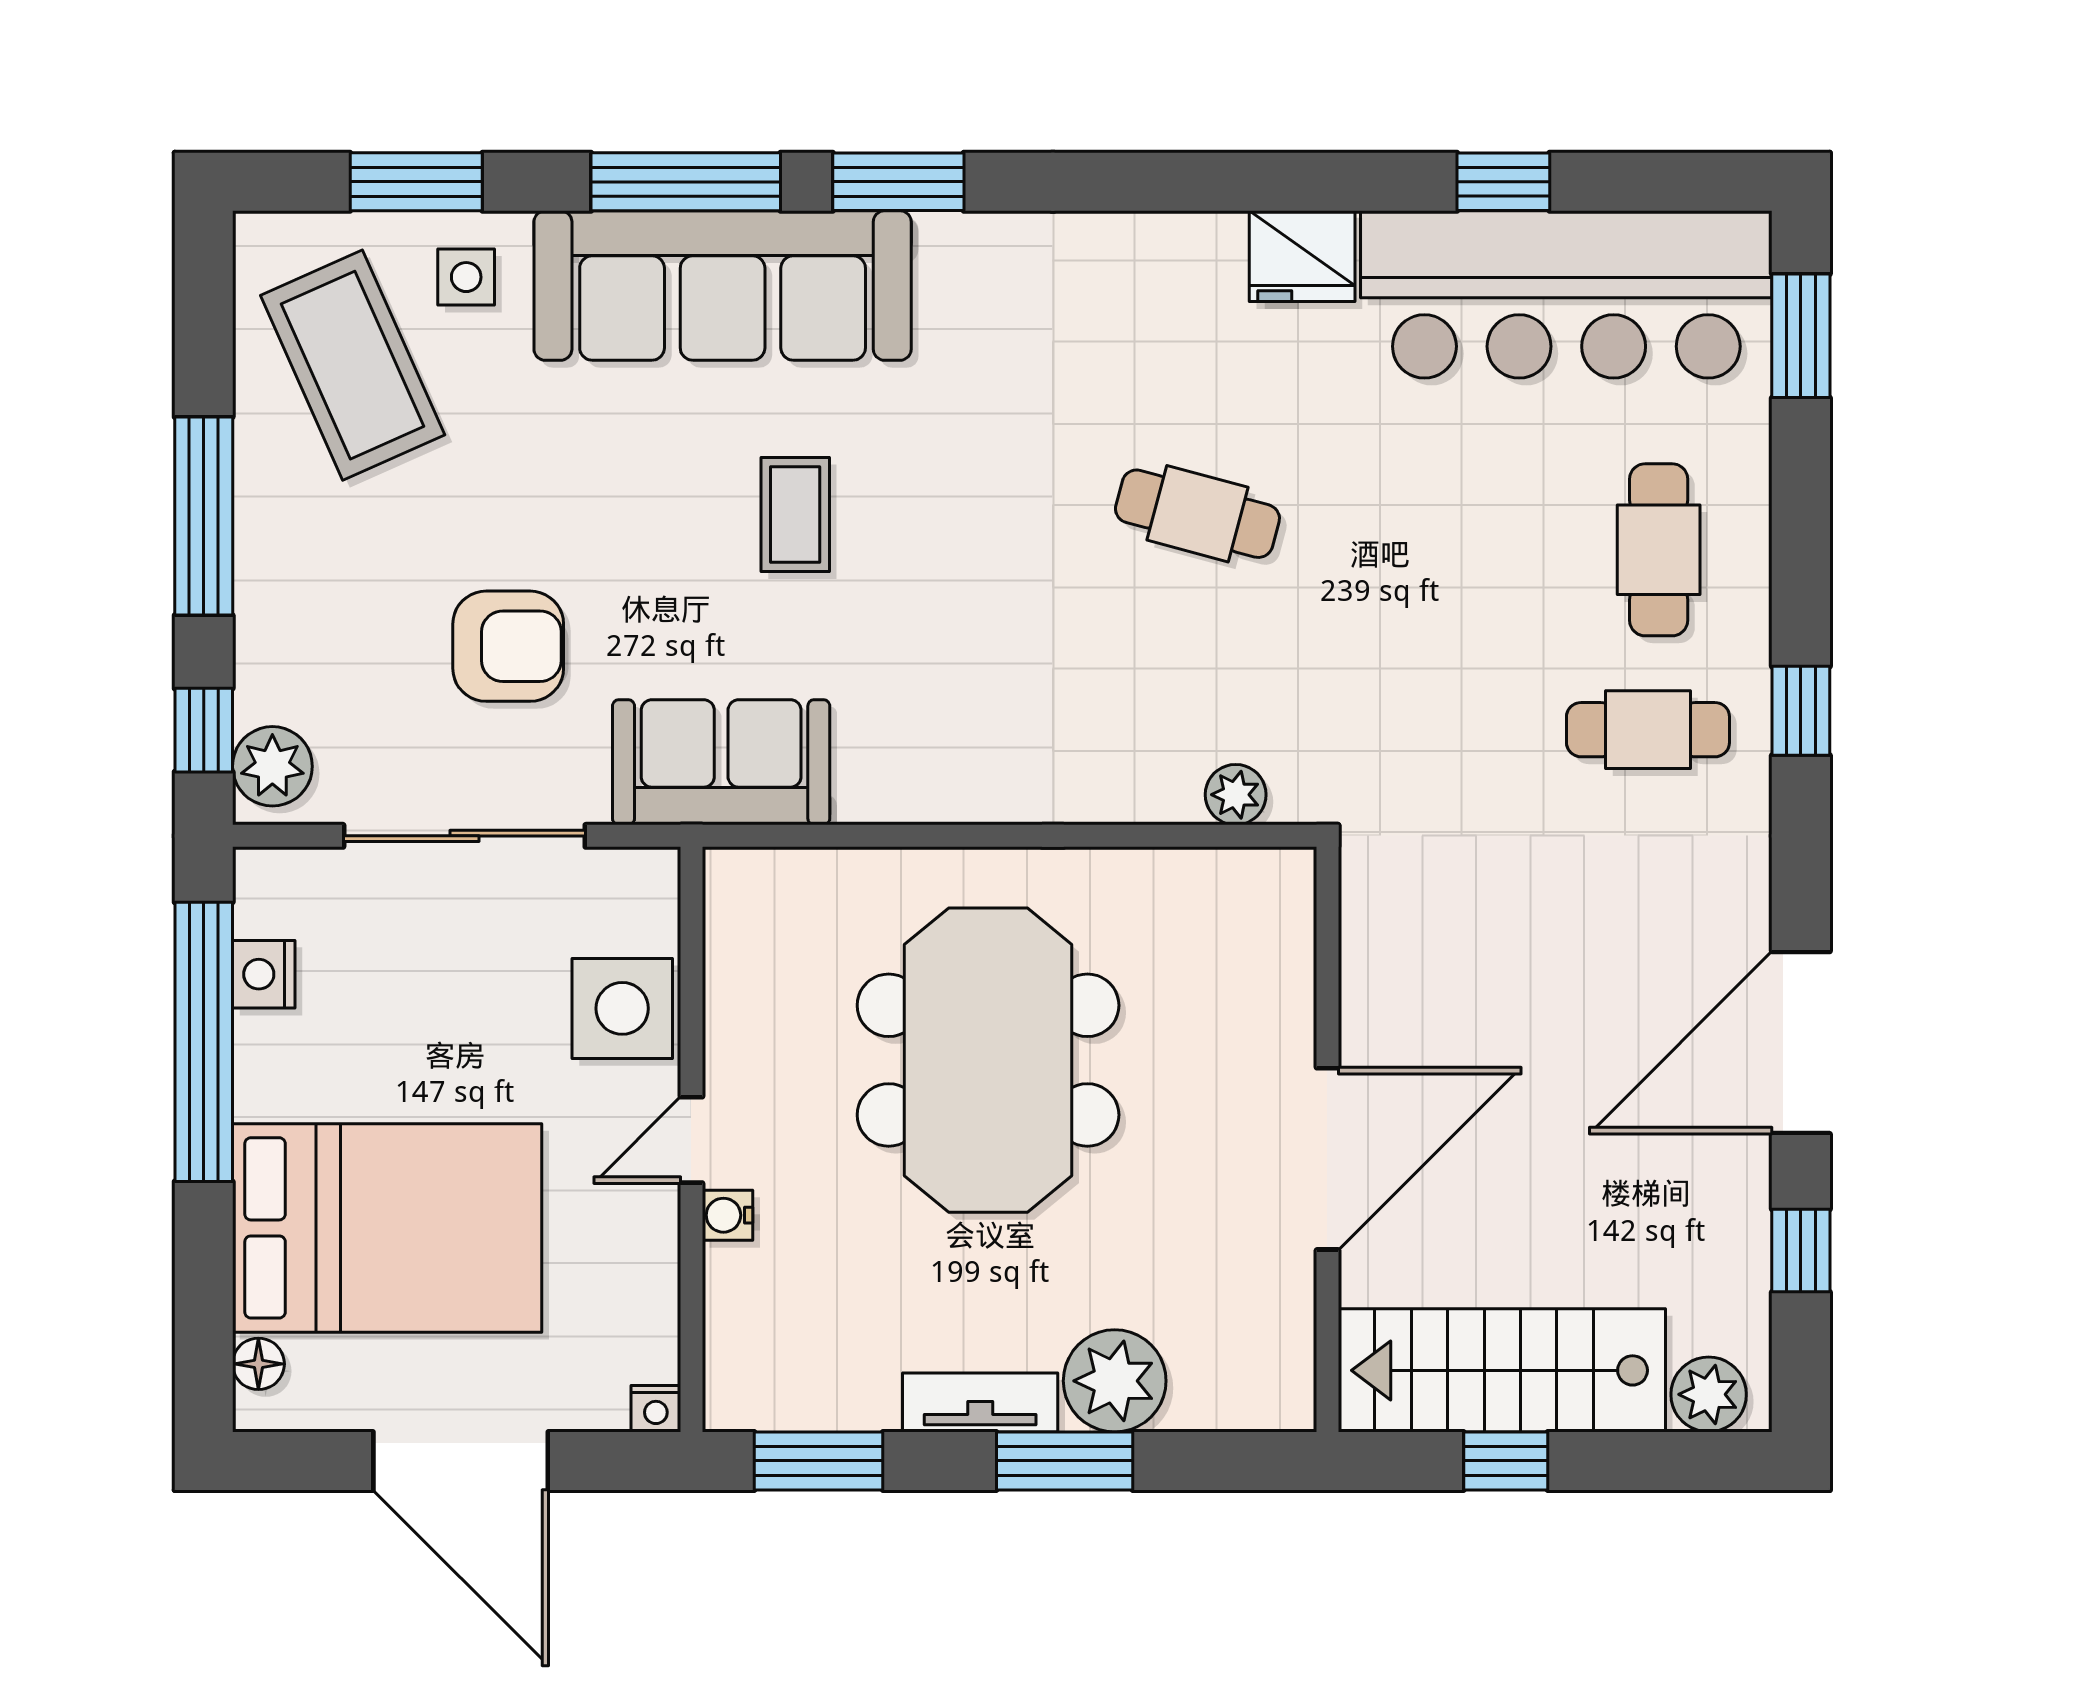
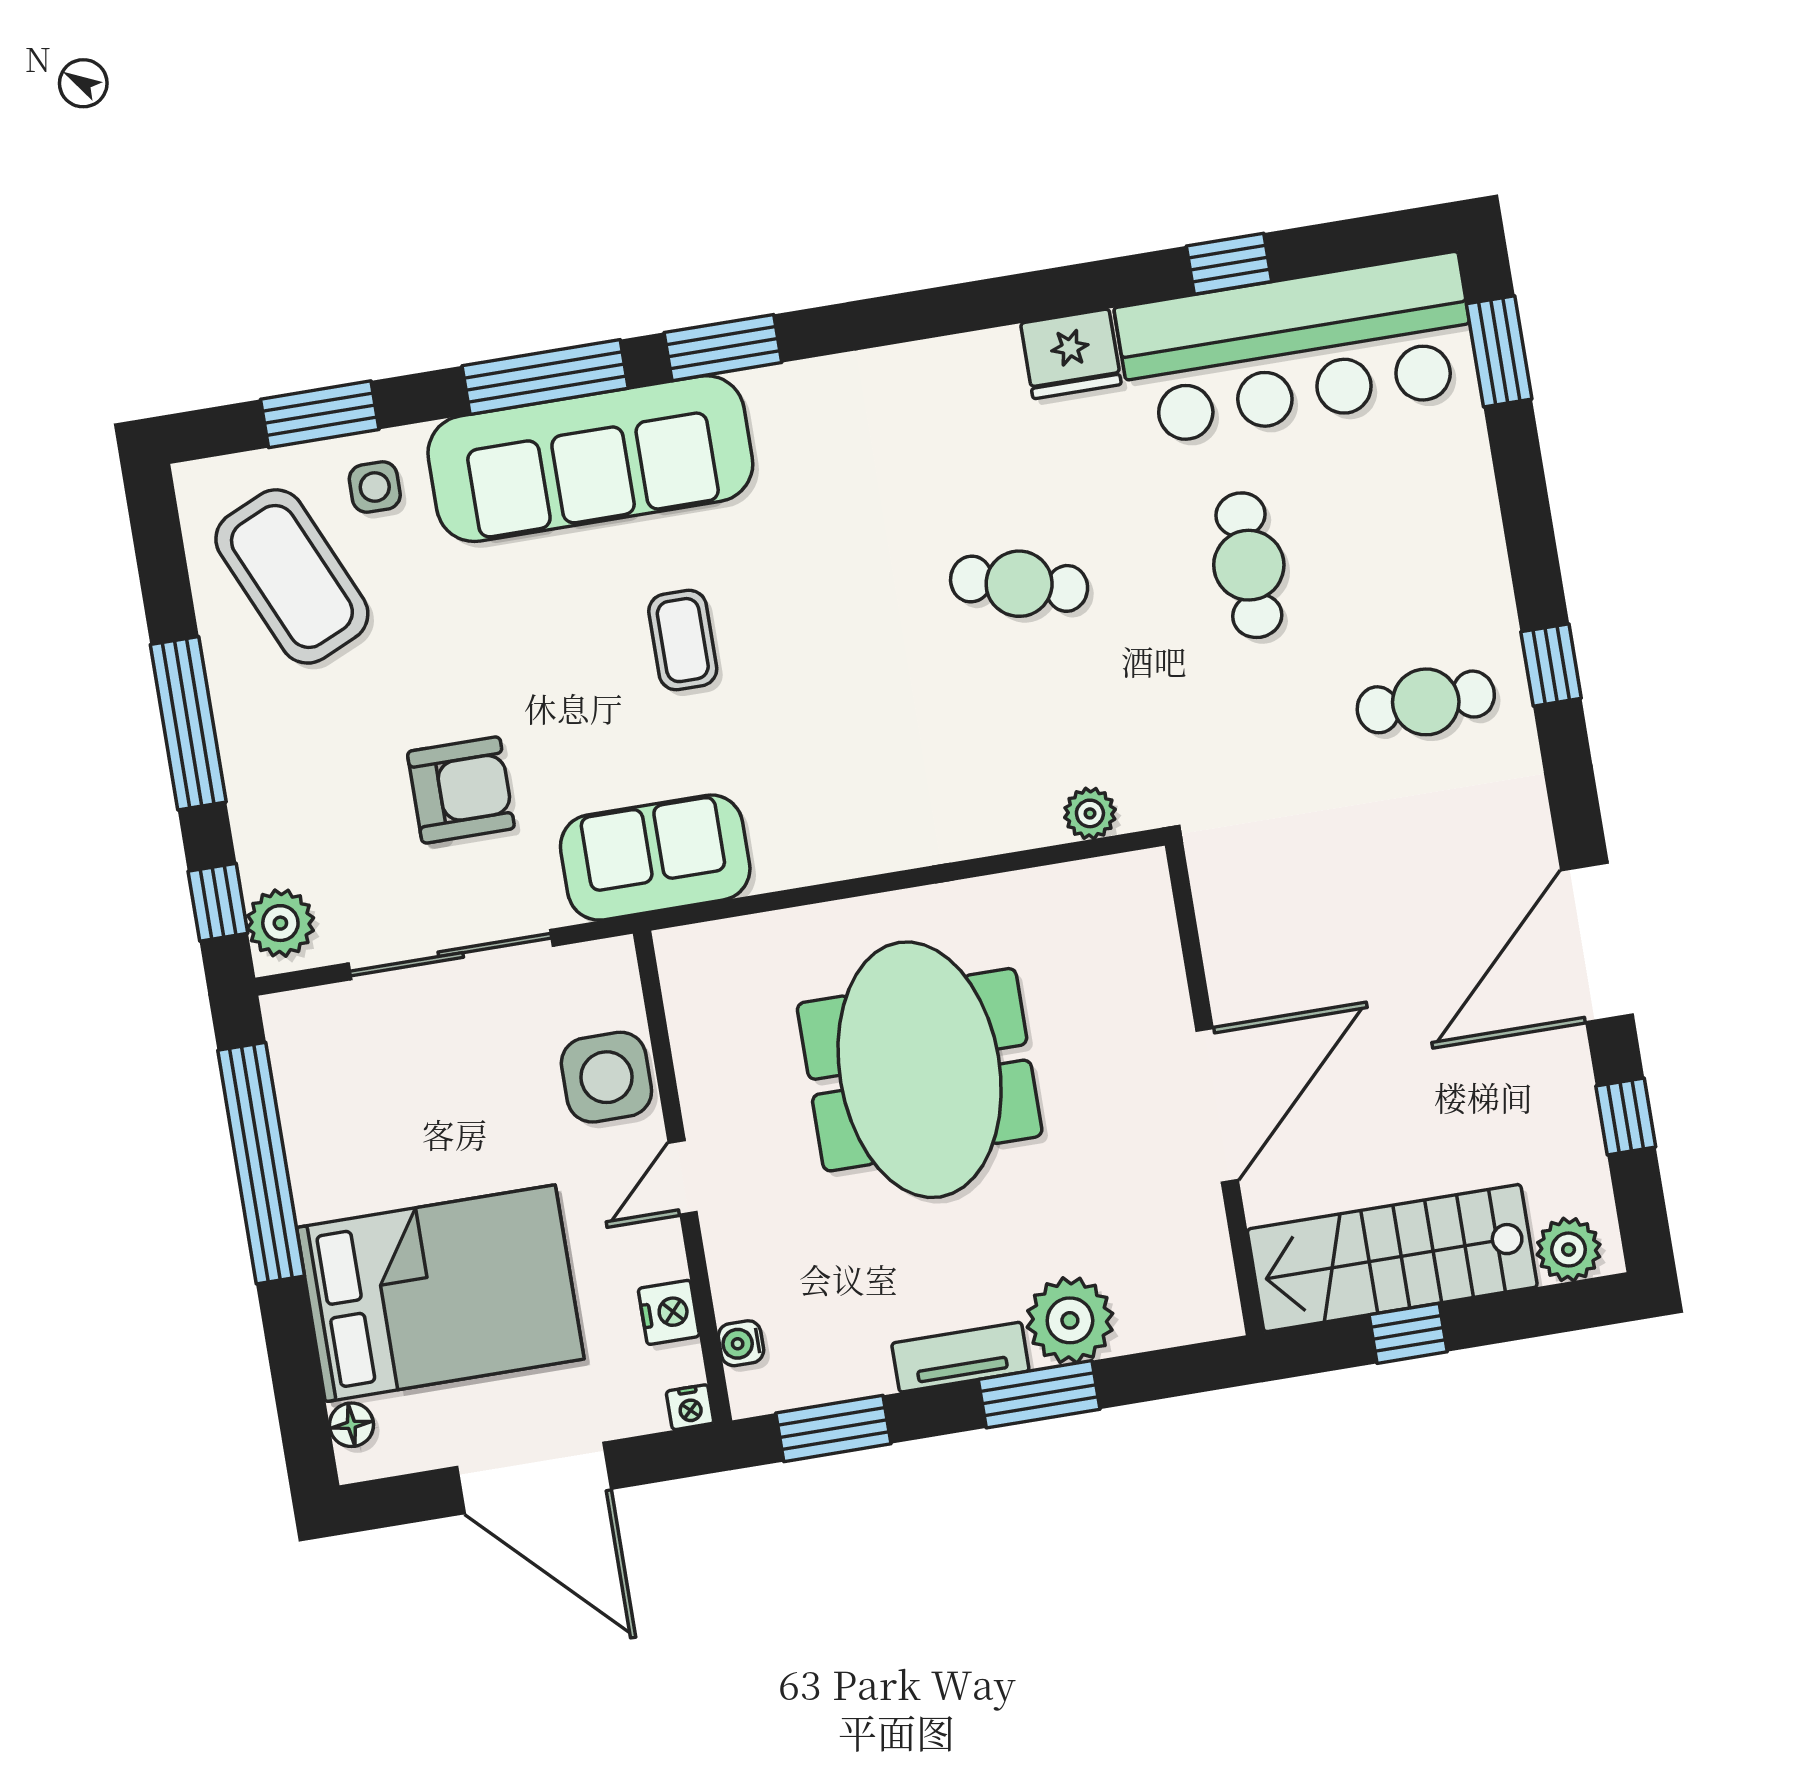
cafe table: (1659, 550) -> (1249, 565), moved
nightstand: (264, 974) -> (669, 1312), moved, turned 180
water cooler: (727, 1215) -> (741, 1343), moved

